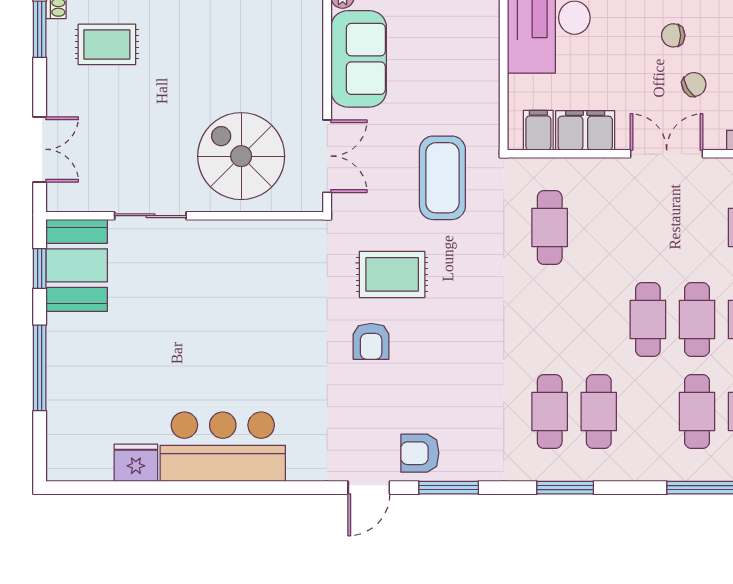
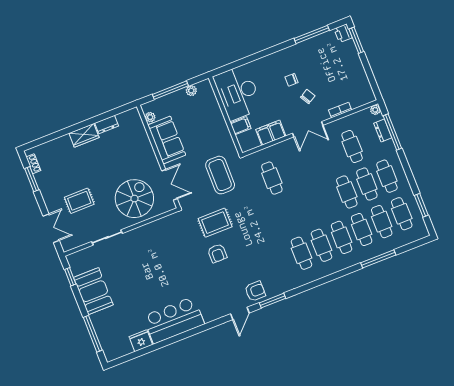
rug: (107, 44) -> (79, 201), moved
filing cabinet: (538, 130) -> (241, 126), moved, turned 90
double door: (667, 154) -> (308, 129), swing flipped
spiral stairs: (241, 156) -> (134, 199), turned 90
booth: (77, 265) -> (93, 291), moved
cafe table: (648, 319) -> (342, 237), moved
window: (40, 368) -> (93, 334), moved
armchair: (420, 453) -> (255, 291), turned 180
window: (565, 488) -> (320, 282), removed

